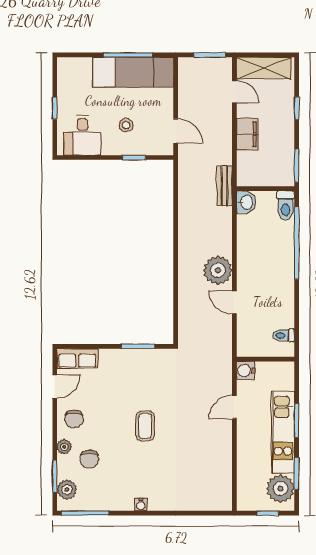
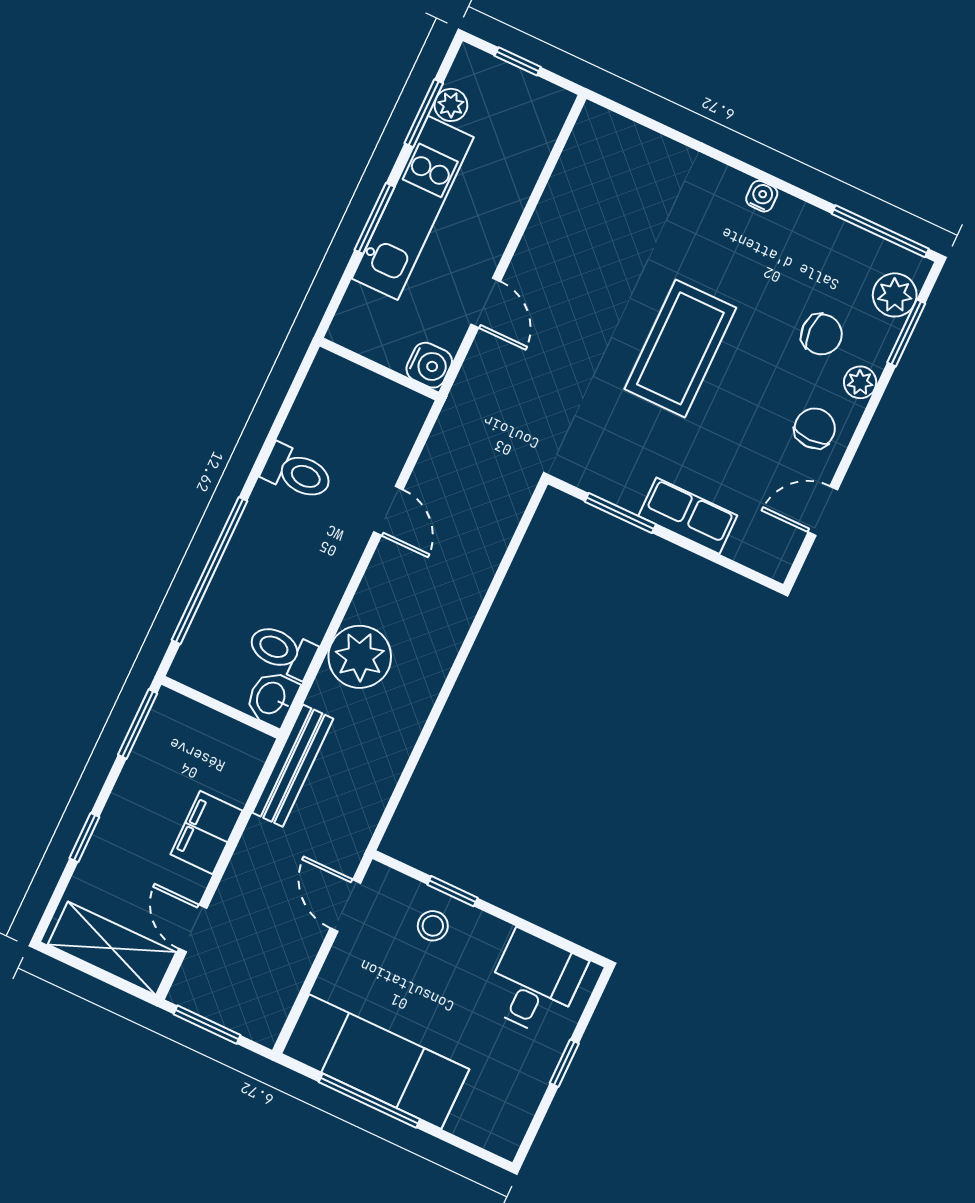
stool: (126, 125) -> (433, 926), moved
bench: (224, 186) -> (293, 766), width x1.36
toilet: (286, 206) -> (282, 651), moved, turned -90
plant: (218, 270) -> (360, 657), moved
toilet: (284, 335) -> (297, 472), moved, width x1.37, depth x1.39
row of seats: (77, 358) -> (688, 516), moved
door: (234, 407) -> (486, 303), hinge flipped
coffee table: (145, 426) -> (680, 348), width x1.86, depth x1.72
chair: (89, 459) -> (822, 334), turned 90
plant: (281, 489) -> (451, 105), width x0.53, depth x0.53

